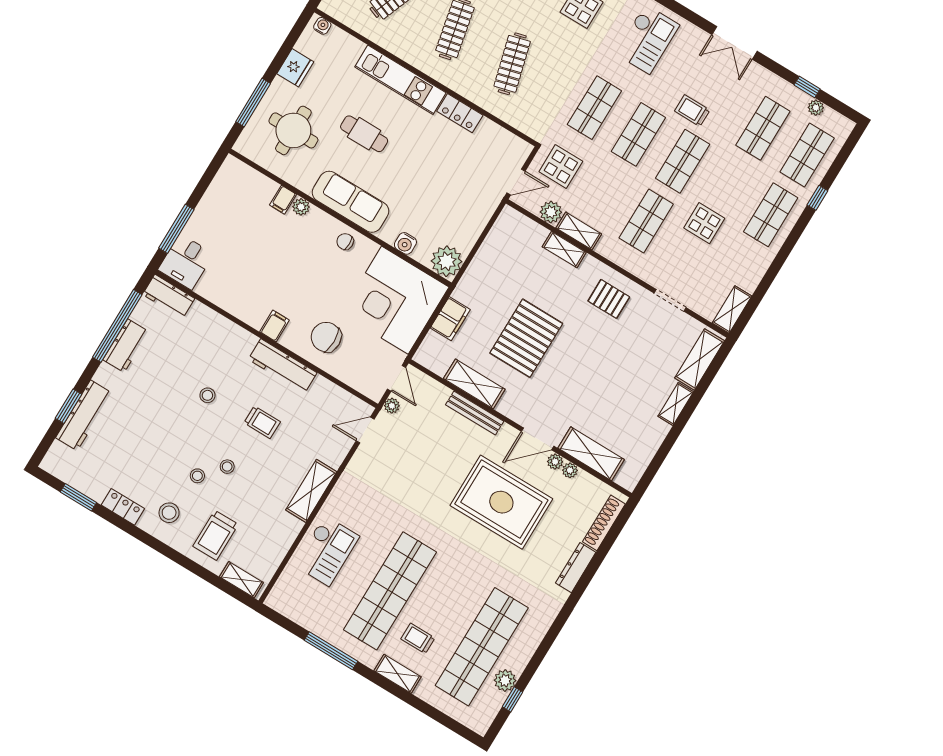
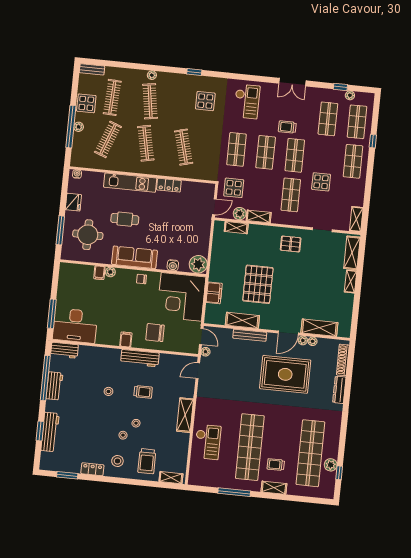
shelving: (564, 250) -> (236, 228), moved
desk: (186, 262) -> (75, 326), width x1.87, depth x1.30

